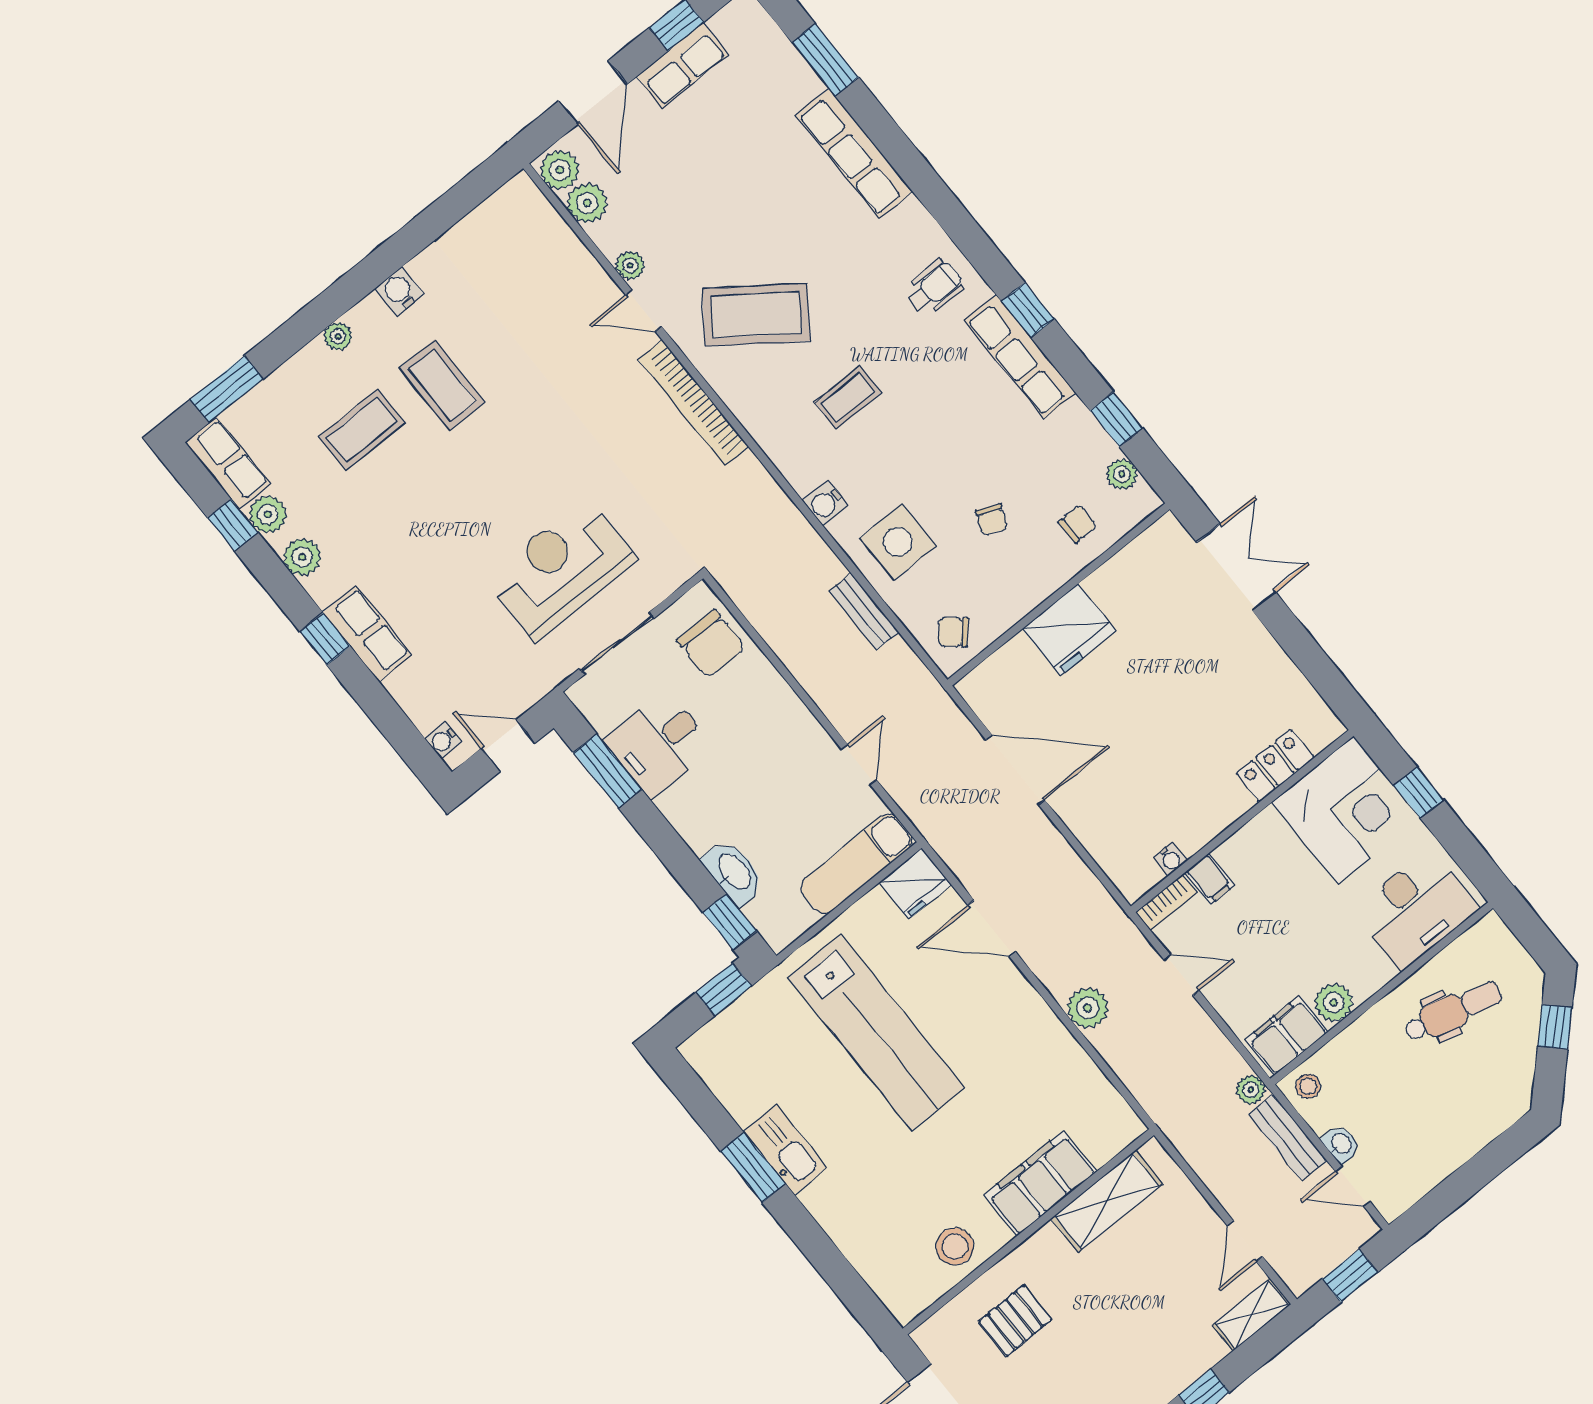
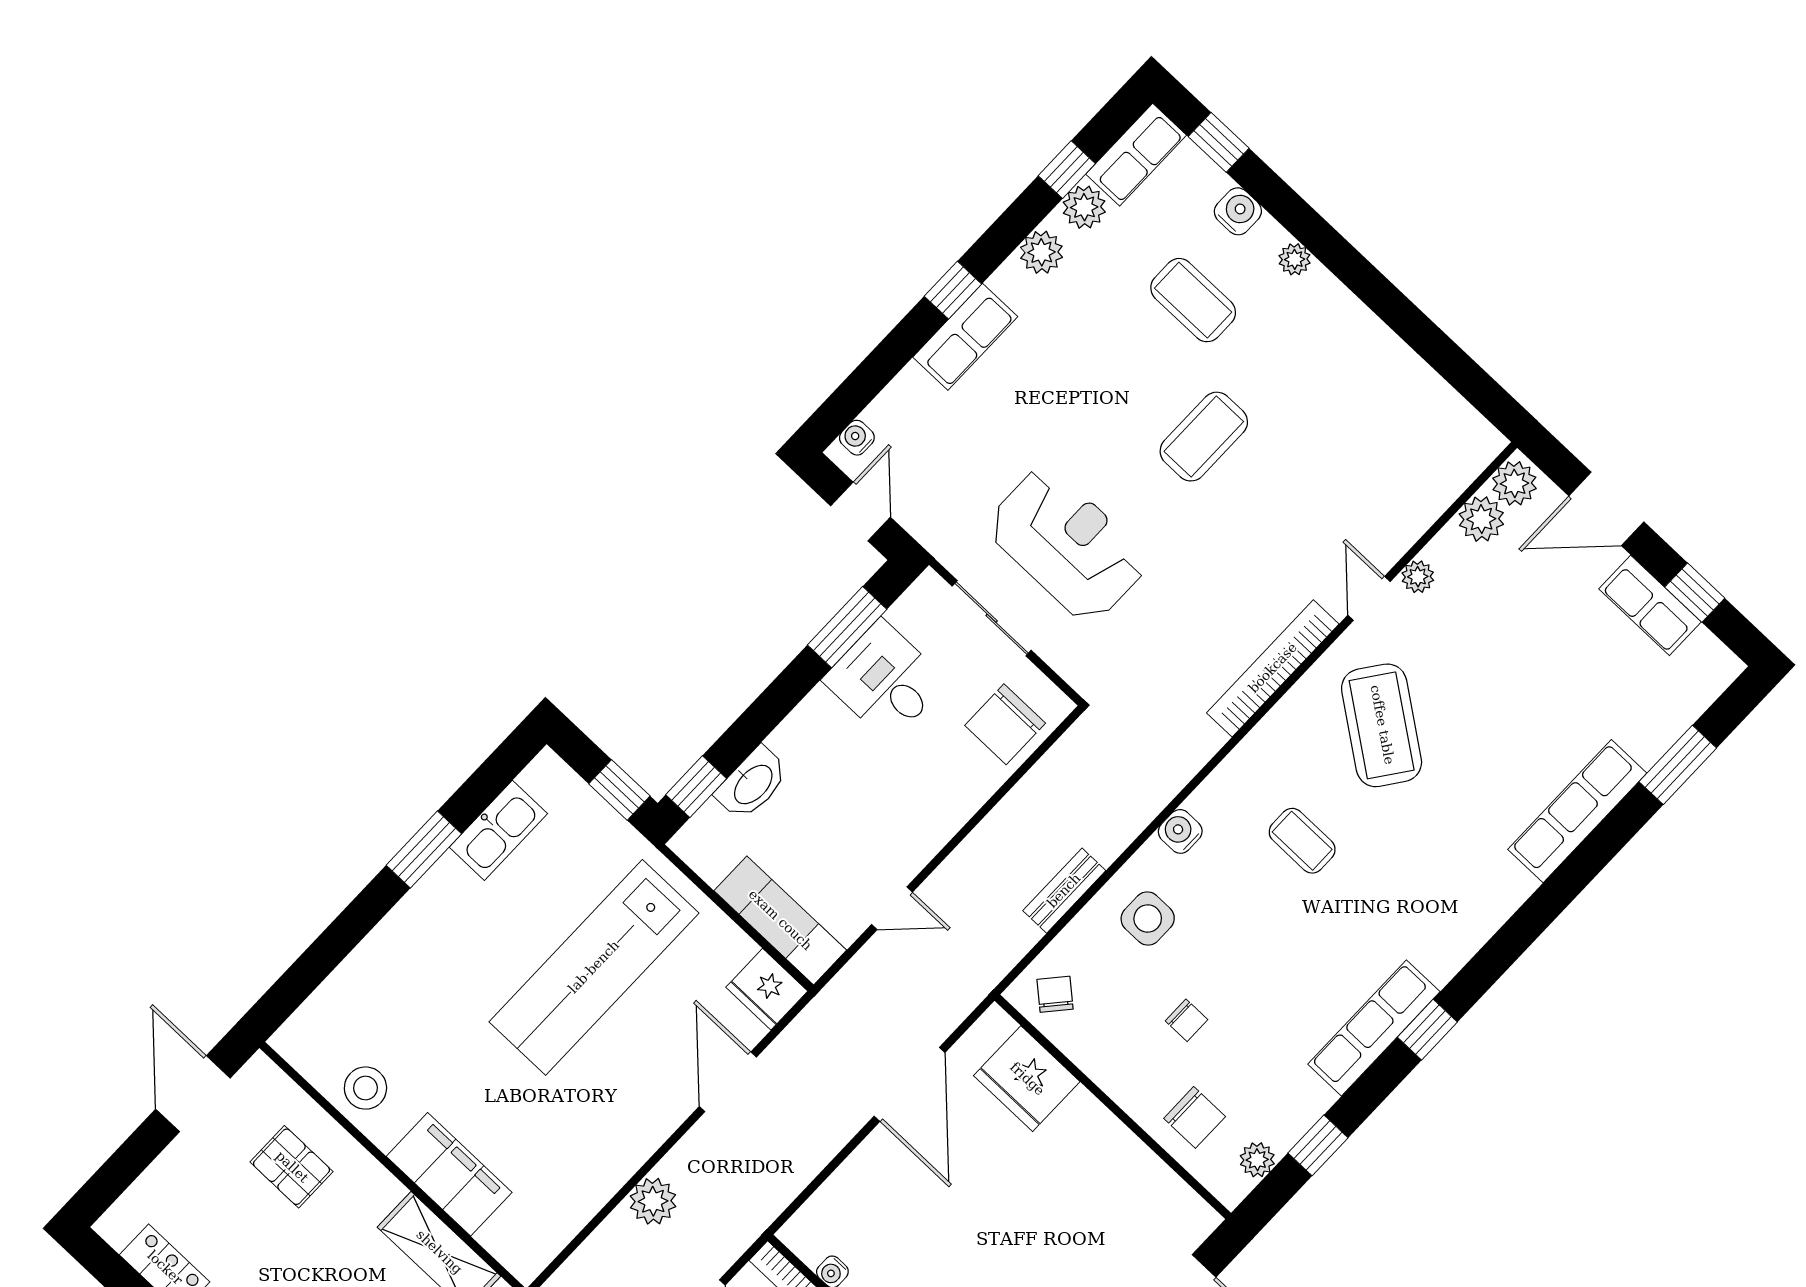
wheelchair: (934, 288) -> (1439, 921), removed
water cooler: (399, 291) -> (1238, 211), moved
coffee table: (442, 385) -> (1204, 437), moved
window: (227, 389) -> (1219, 142), width x0.67
chair: (992, 520) -> (1187, 1020), turned -113
chair: (1077, 524) -> (1195, 1117), width x1.37, depth x1.37
side table: (898, 542) -> (1148, 919), width x0.73, depth x0.73
fridge: (1069, 630) -> (1027, 1079), moved
kitchen sink: (785, 1150) -> (498, 830), moved

